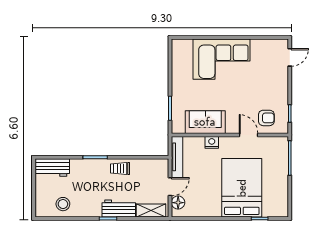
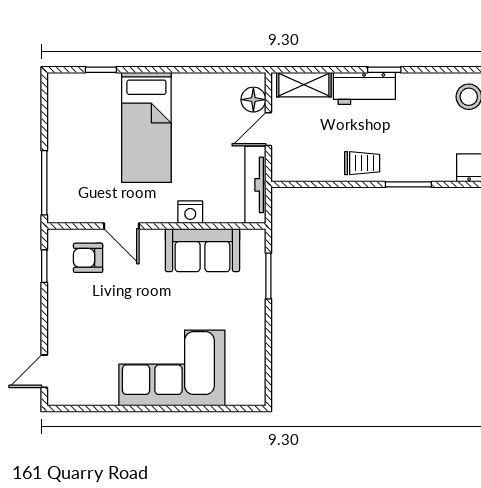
bed: (242, 188) -> (146, 127), width x0.67

